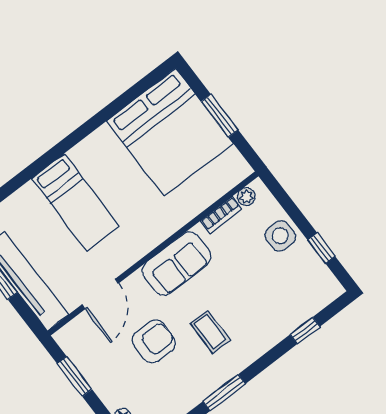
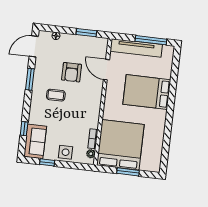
bed: (170, 132) -> (120, 145), moved, turned 90
bed: (75, 202) -> (147, 92), width x1.50
sofa: (177, 264) -> (35, 141), moved, turned 180

